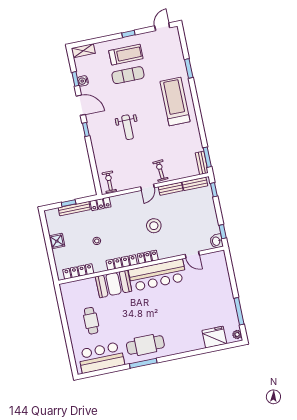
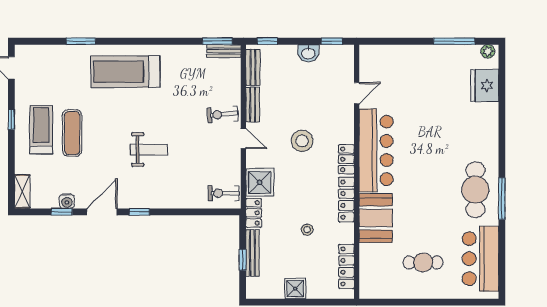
shower: (121, 204) -> (260, 182), added
washbasin: (216, 241) -> (308, 53), moved

